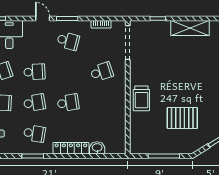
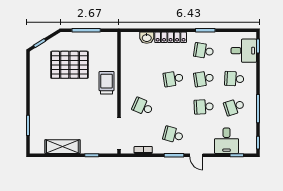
school desk: (102, 72) -> (143, 107), turned 42
pallet: (182, 118) -> (69, 65), width x1.37, depth x1.41

